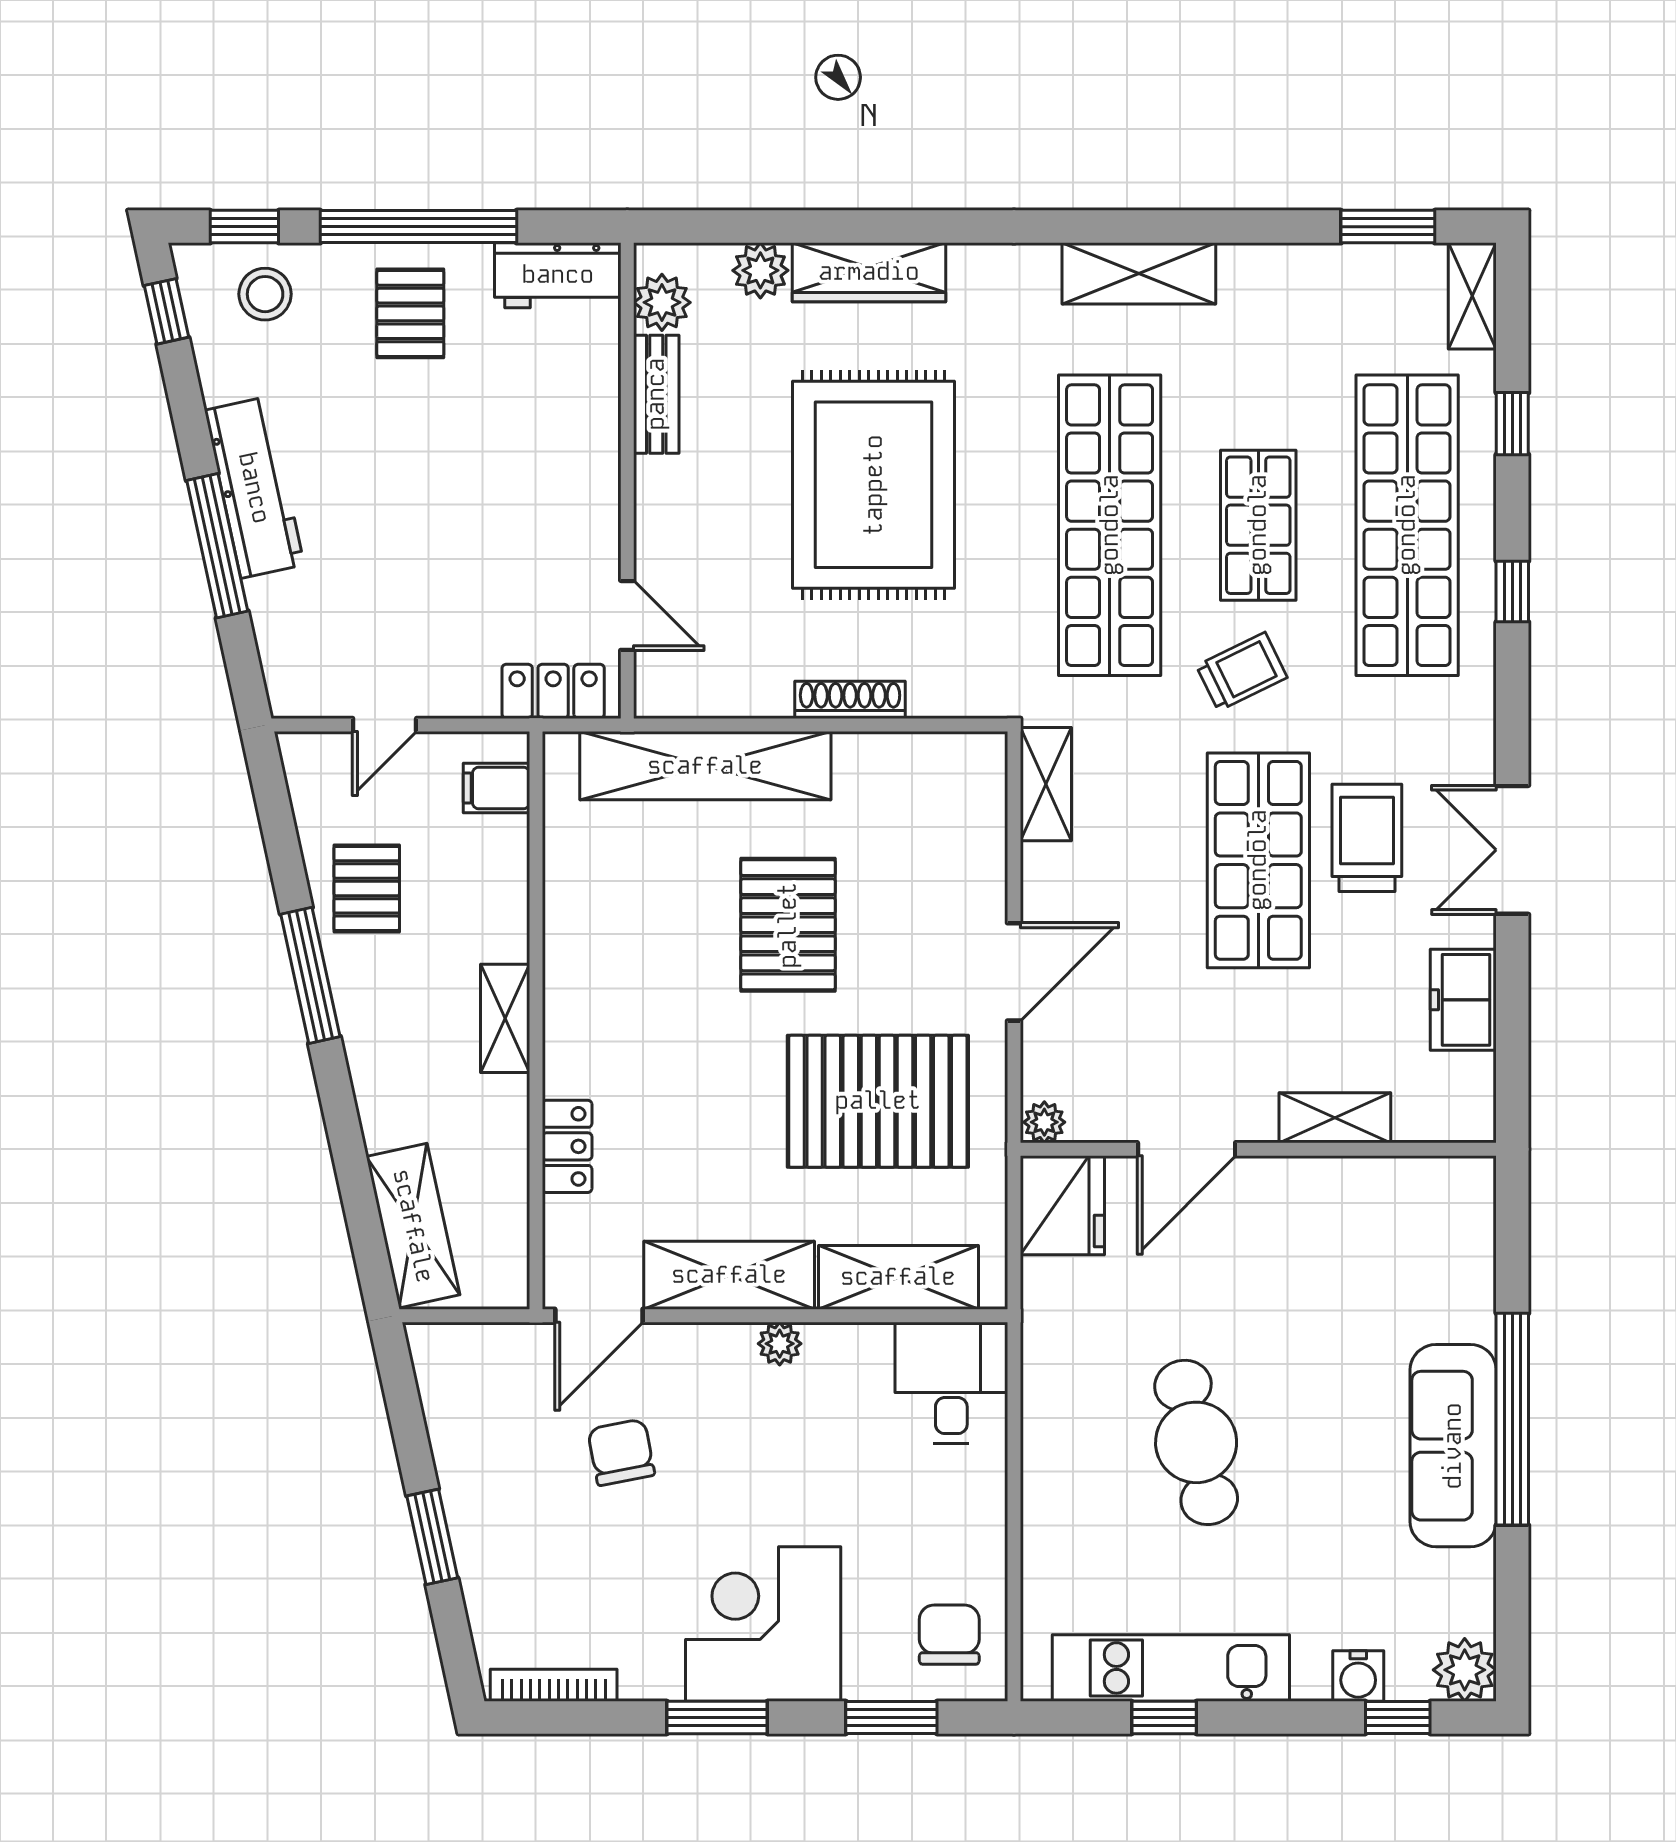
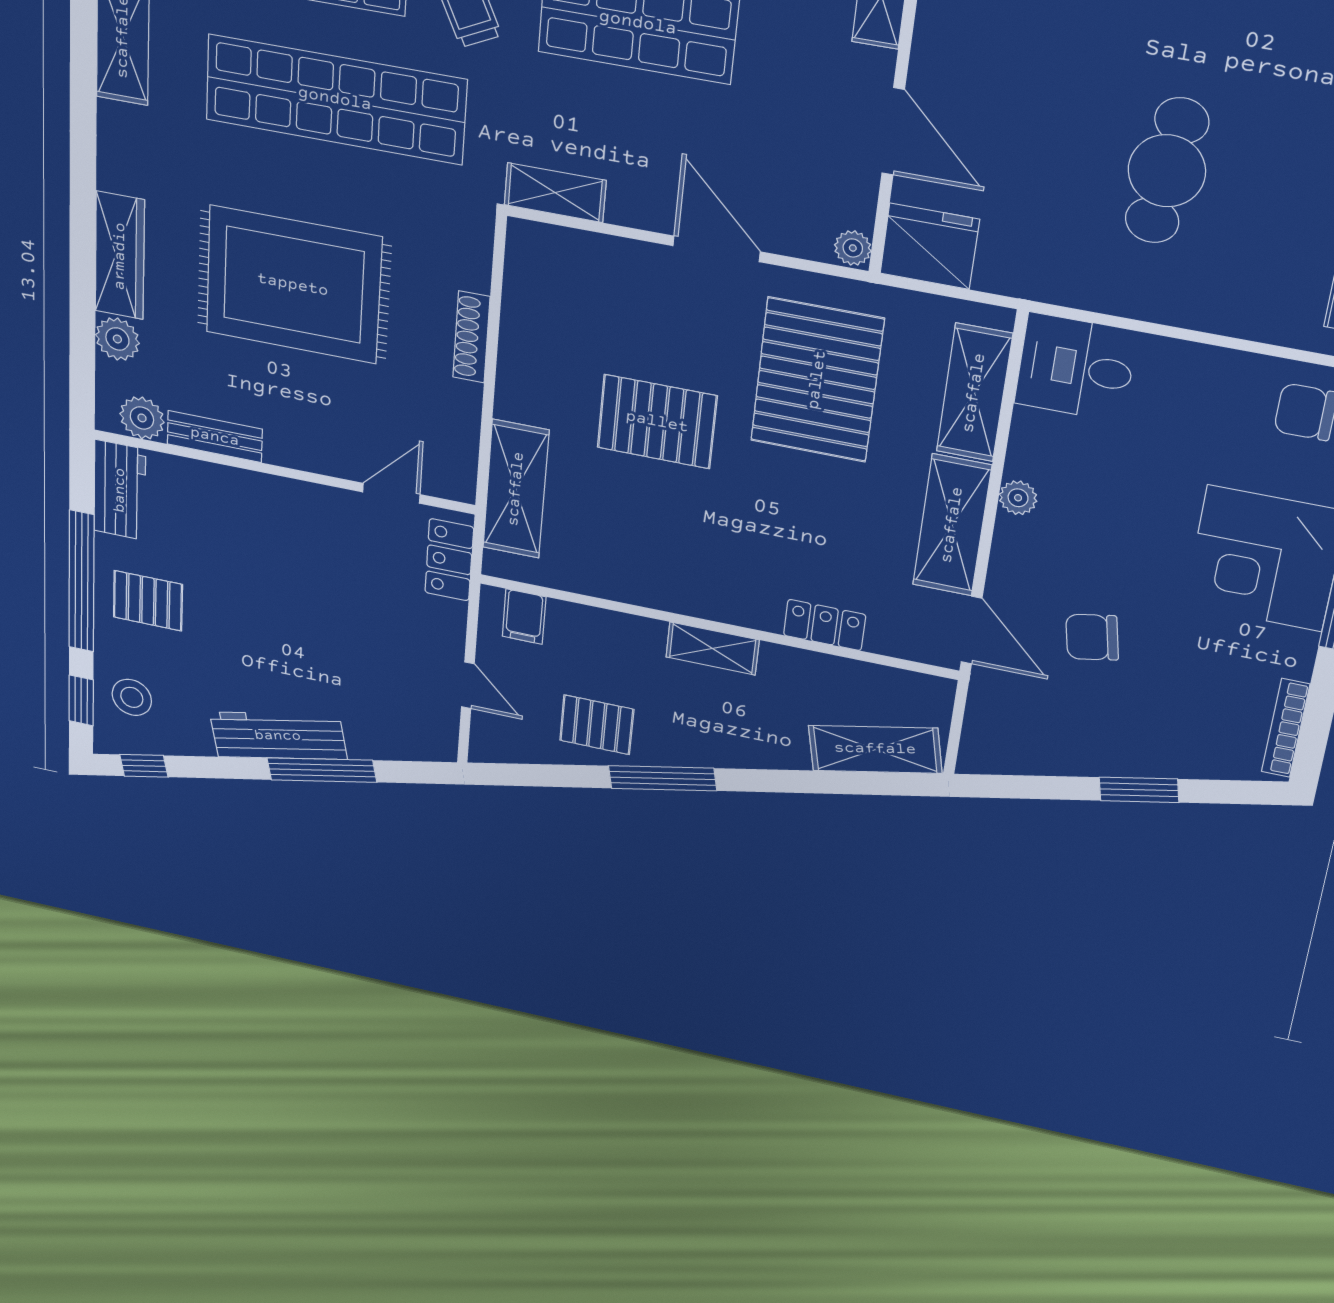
shelving: (705, 766) -> (516, 489), width x0.68
cafe table: (1196, 1442) -> (1167, 171), turned -71

